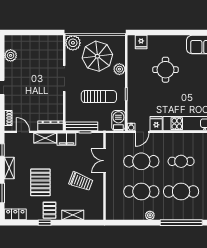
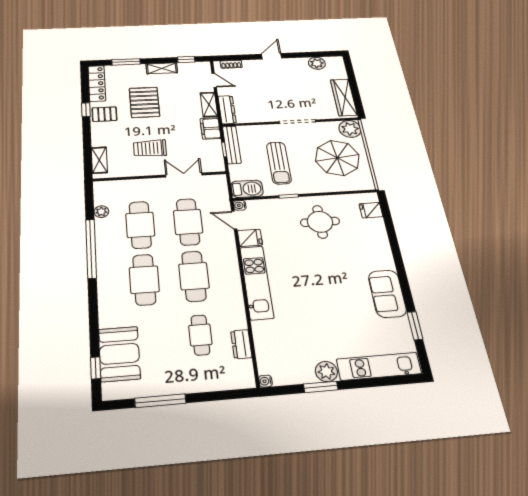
wardrobe: (44, 42) -> (344, 97), added
plant: (119, 69) -> (324, 186), removed
round table: (165, 70) -> (320, 222), moved
door: (23, 132) -> (214, 80), hinge flipped
cafe table: (181, 161) -> (194, 276), width x1.37, depth x1.35
trolley: (81, 181) -> (150, 148), turned 69
pallet: (40, 182) -> (144, 102), turned 90
locker: (15, 214) -> (97, 83), width x1.53
shelving: (73, 215) -> (99, 160), moved
plant: (150, 215) -> (101, 212), moved
window: (181, 223) -> (91, 249), moved

